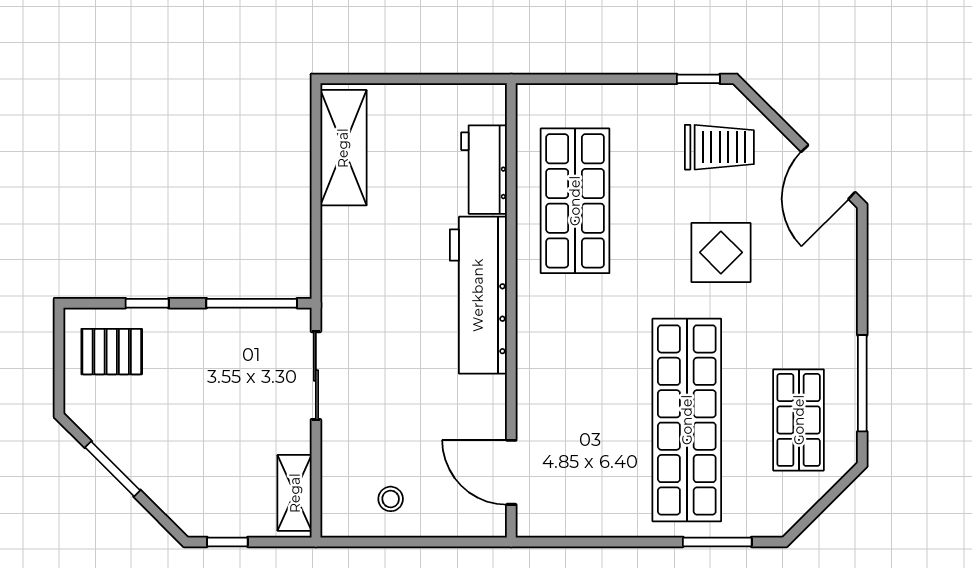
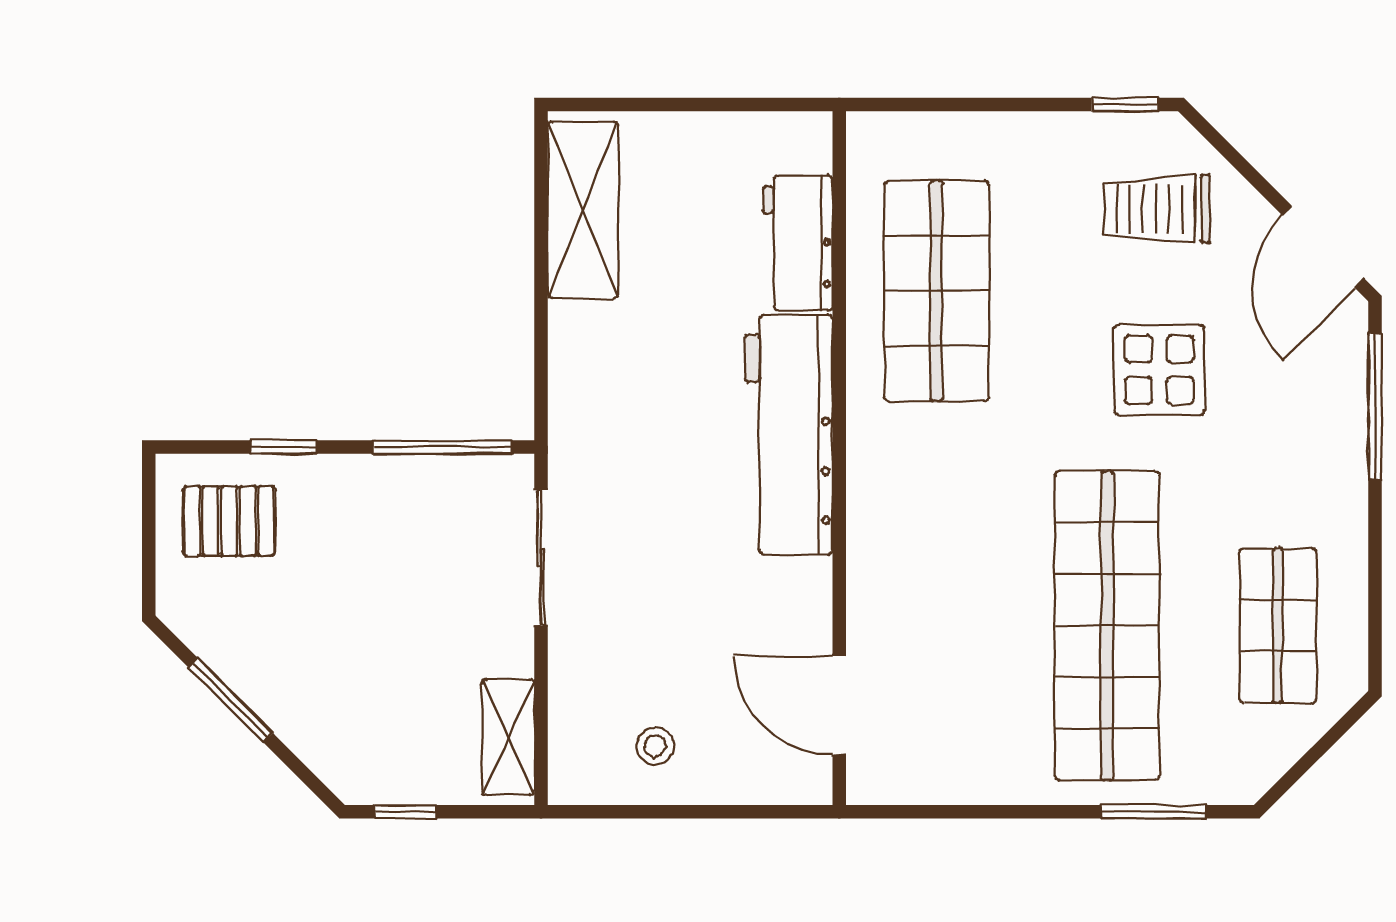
trolley: (719, 147) -> (1157, 209), turned 180
window: (862, 383) -> (1375, 406), moved

